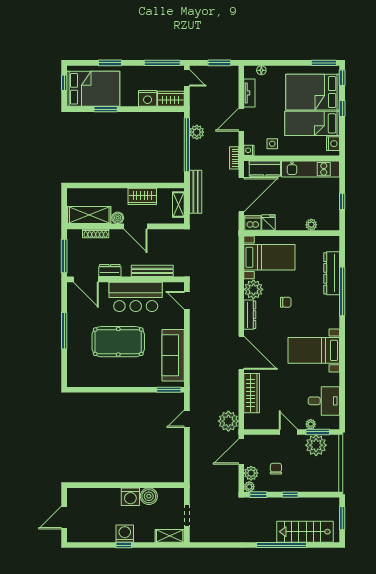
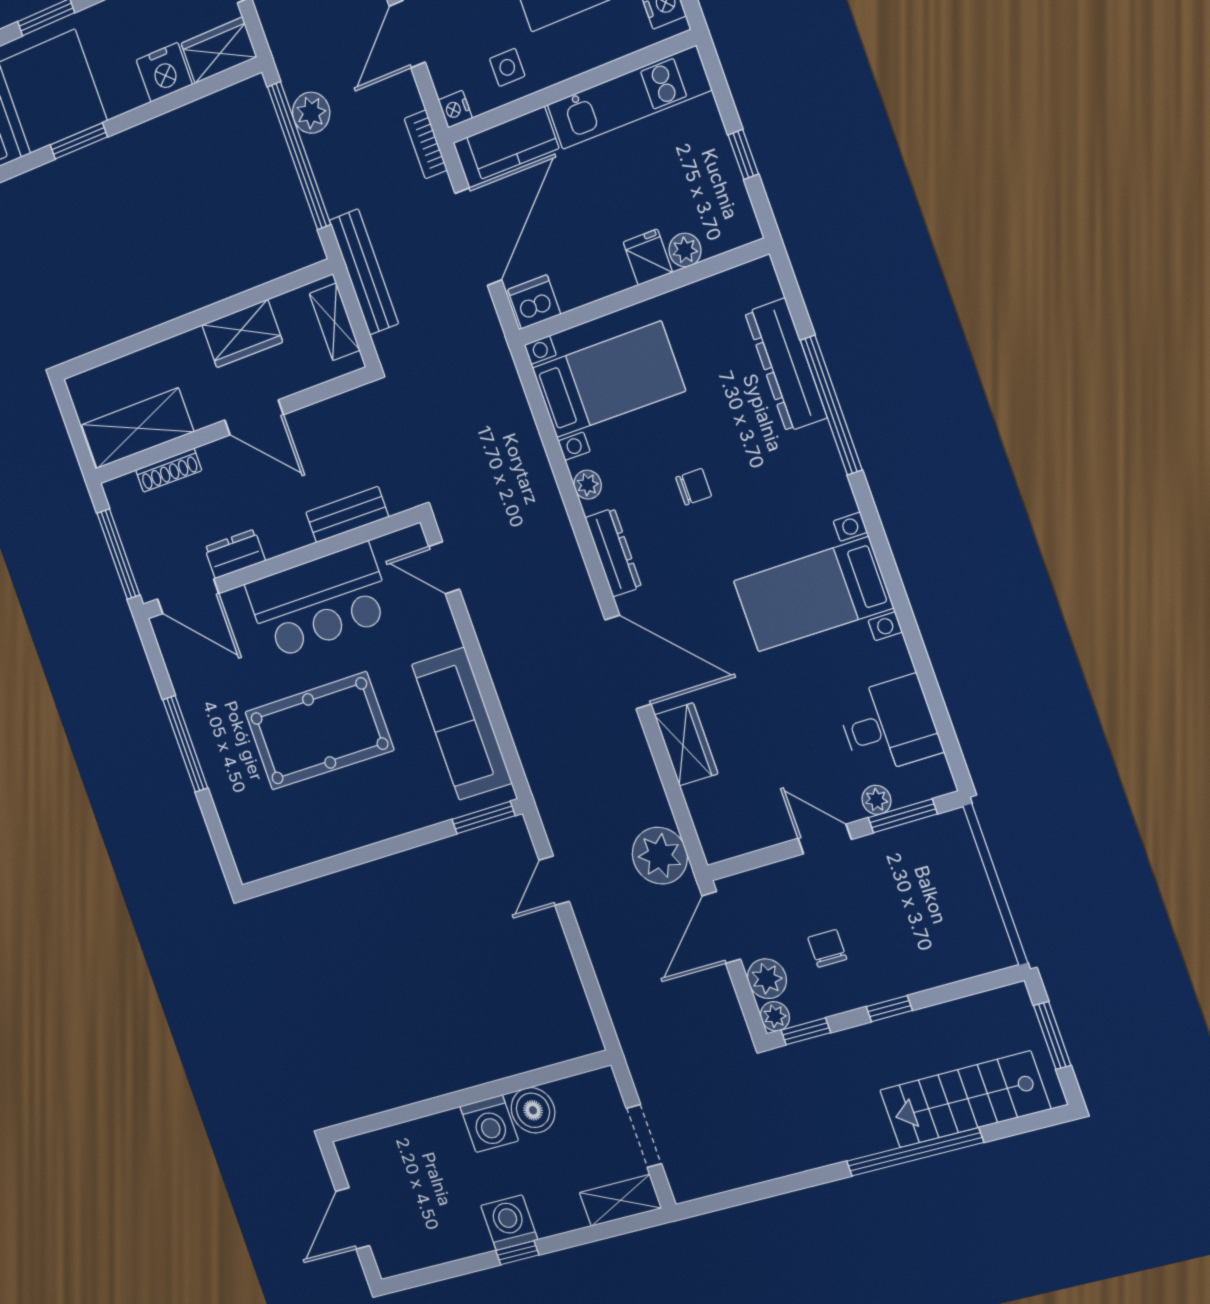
boiler: (118, 218) -> (205, 411), removed
fridge: (269, 222) -> (648, 257), moved
bench: (152, 271) -> (347, 515), width x0.73
plant: (253, 289) -> (588, 485), width x0.53, depth x0.53
wardrobe: (252, 393) -> (686, 744), width x0.67
plant: (316, 445) -> (911, 854), removed

